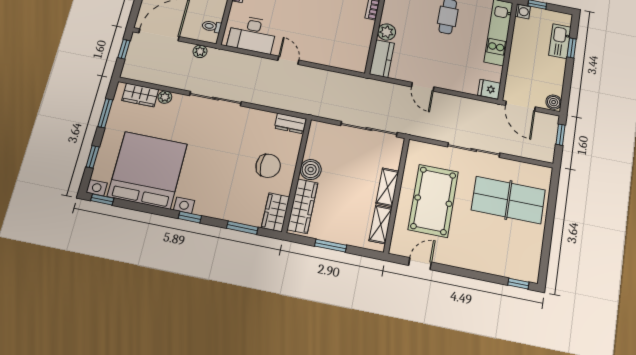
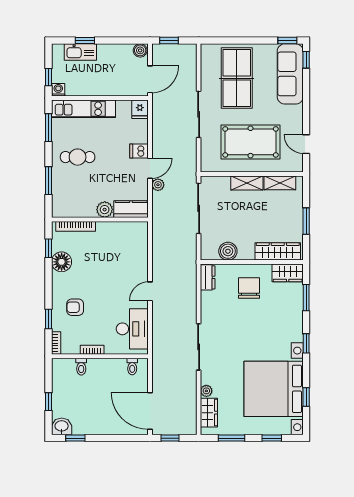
plant: (200, 51) -> (158, 185), moved
dishwasher: (444, 79) -> (139, 151), added
boiler: (311, 170) -> (228, 251), moved
window: (102, 199) -> (306, 397), moved
sofa: (504, 262) -> (290, 74), added
window: (544, 266) -> (287, 41), added

